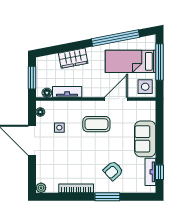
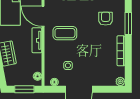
tv unit: (67, 92) -> (37, 40), moved
coffee table: (96, 124) -> (65, 33), turned 90
armchair: (113, 171) -> (106, 19), turned -138

